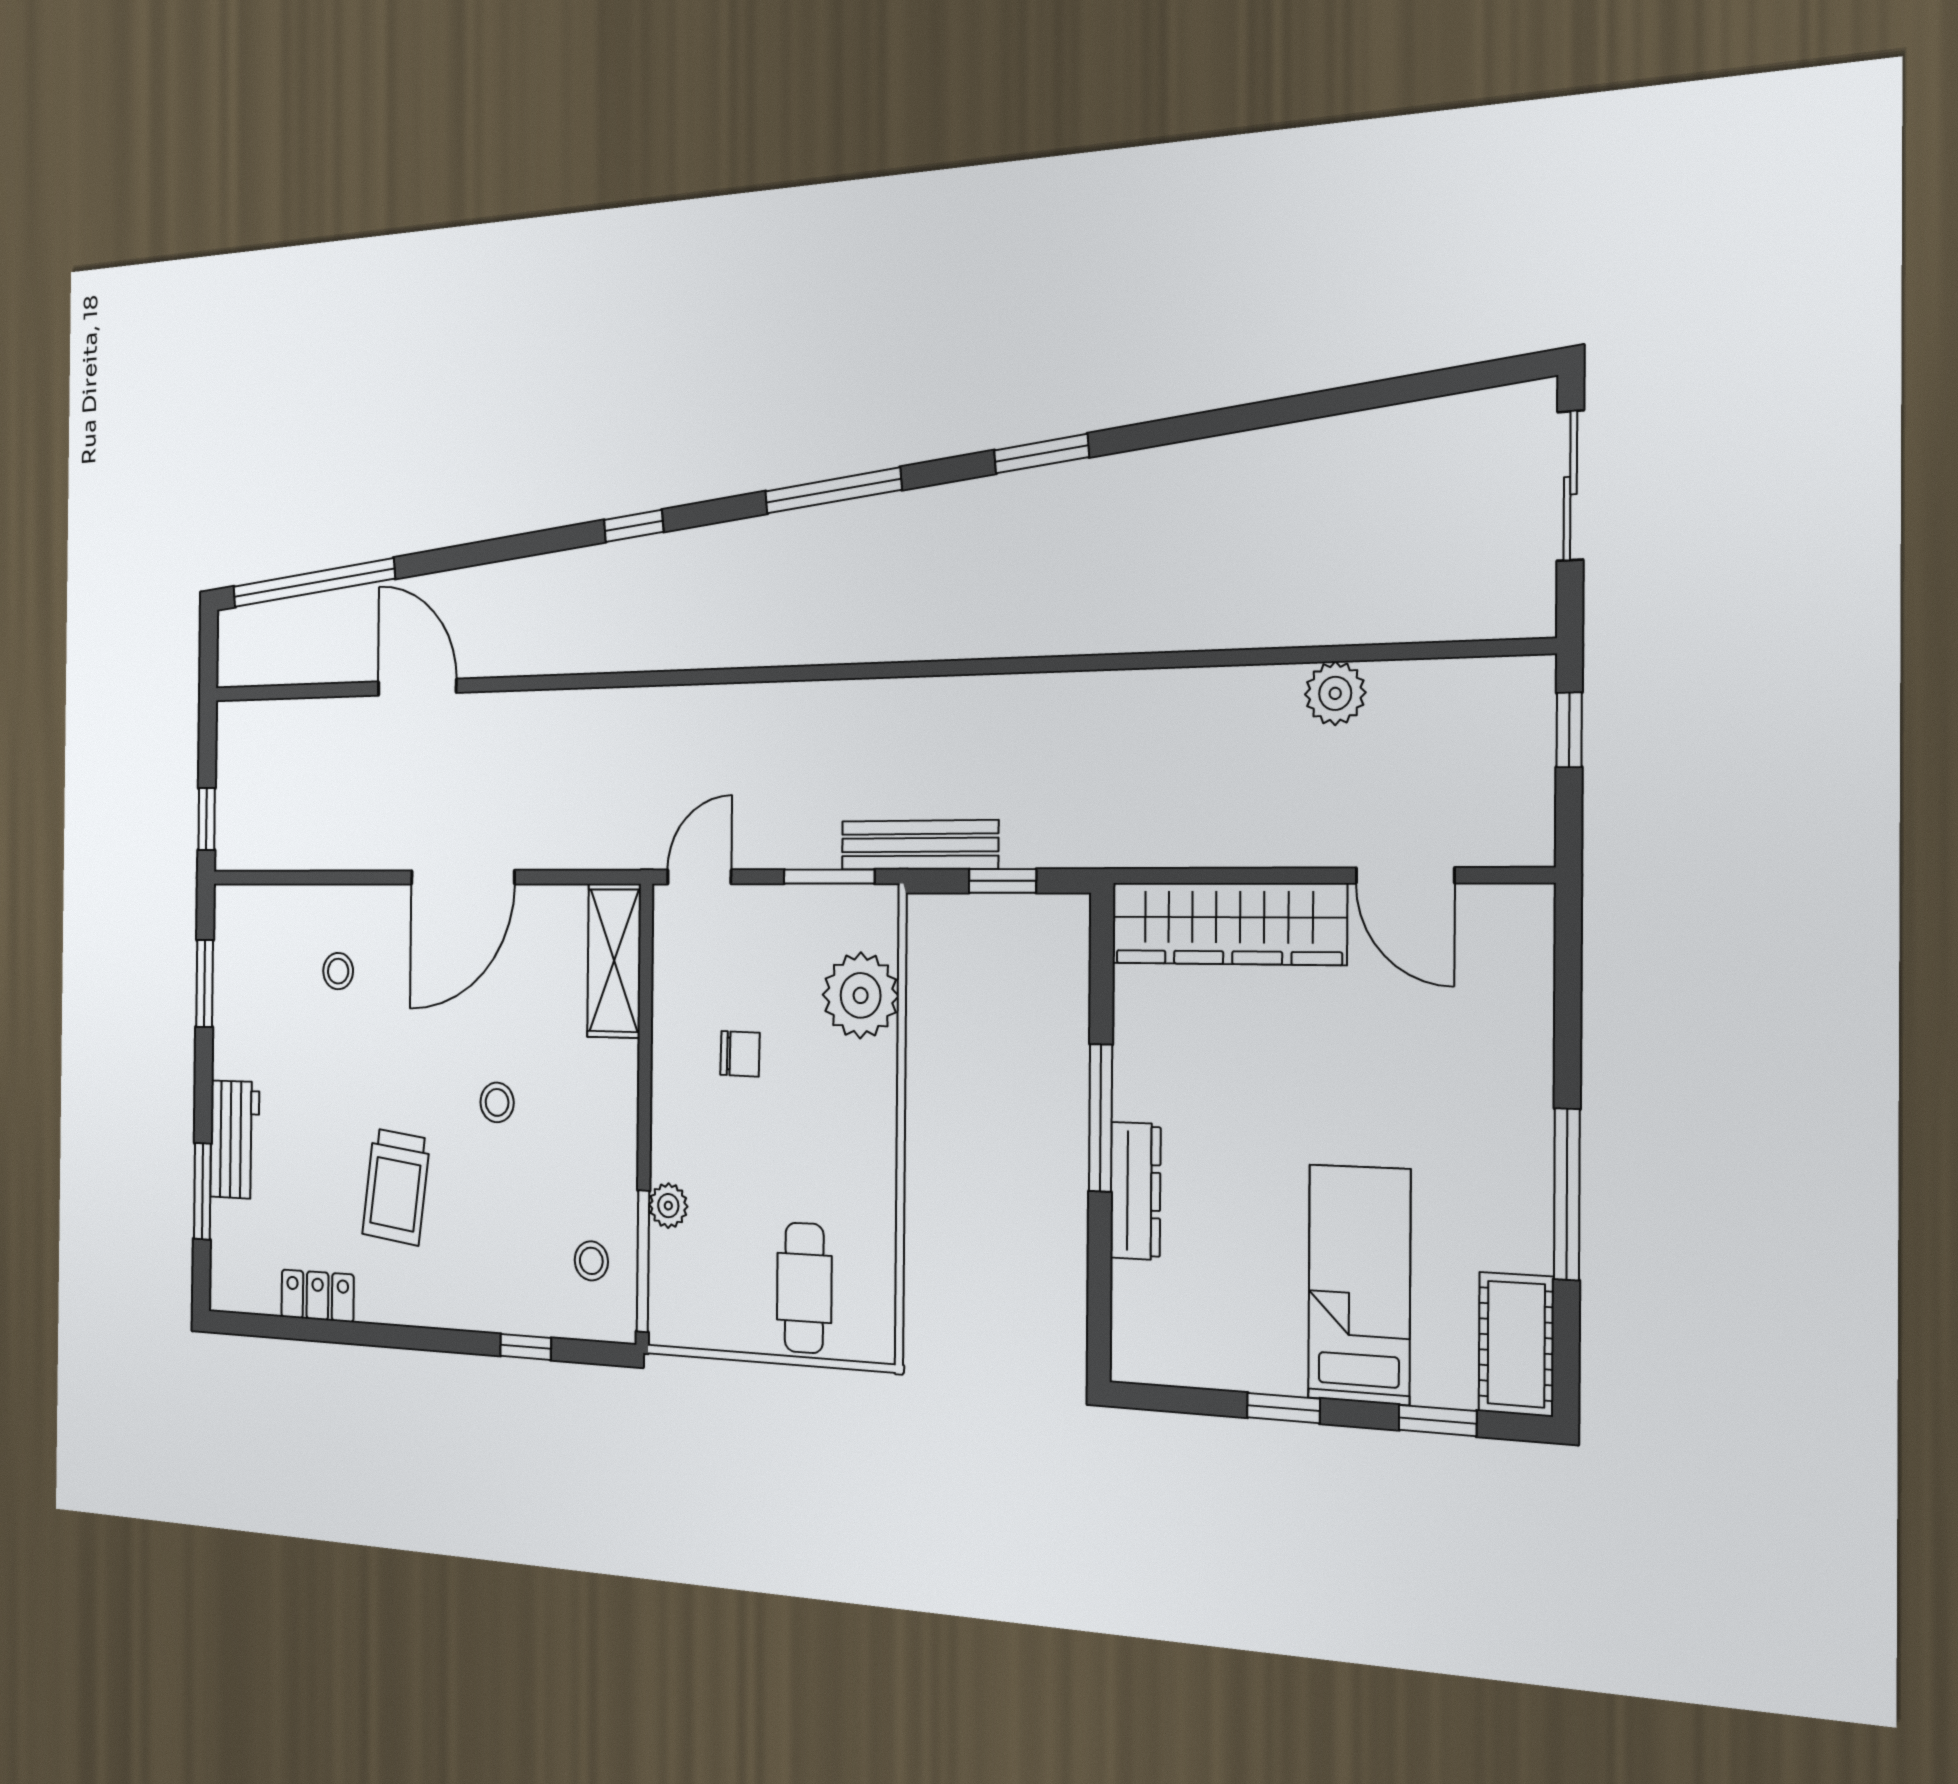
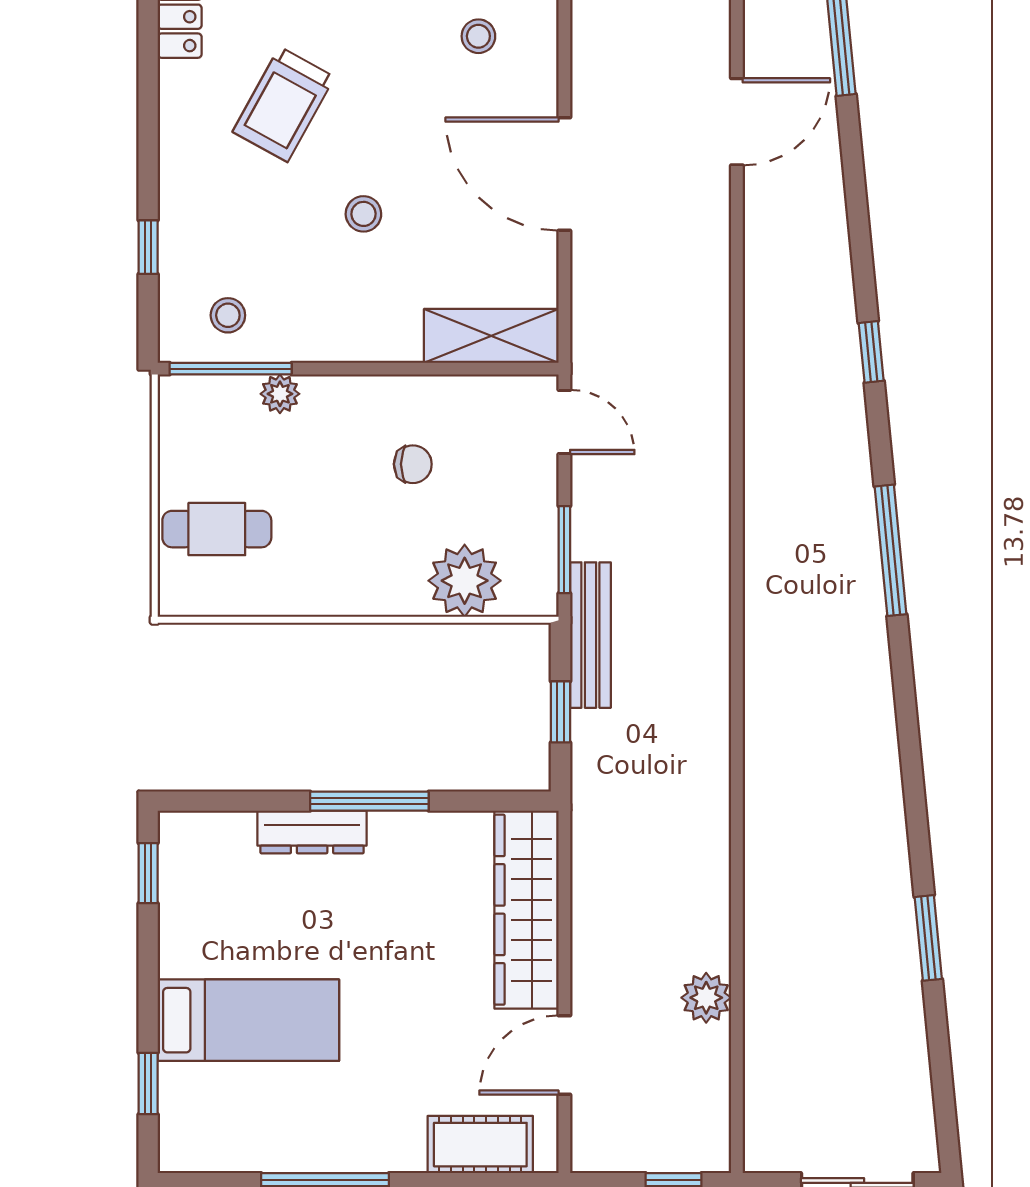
window: (1041, 454) -> (928, 938), moved
chair: (740, 1054) -> (413, 464), turned -91
trolley: (396, 1187) -> (284, 104), turned -68
cot: (1516, 1344) -> (480, 1145), moved
window: (1283, 1408) -> (148, 873), moved

